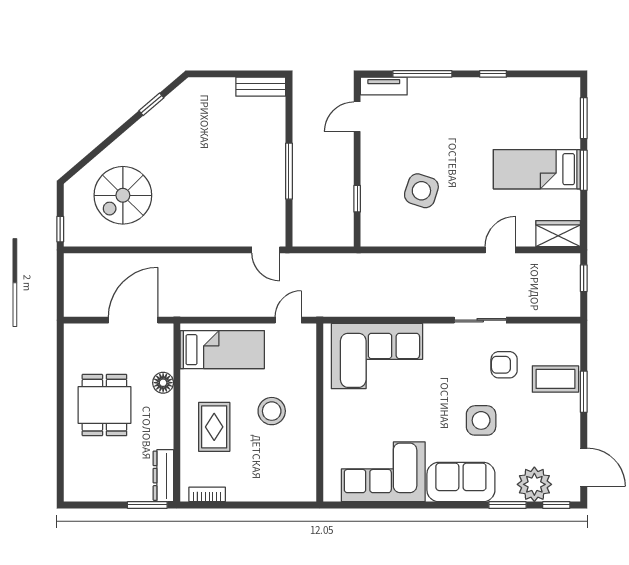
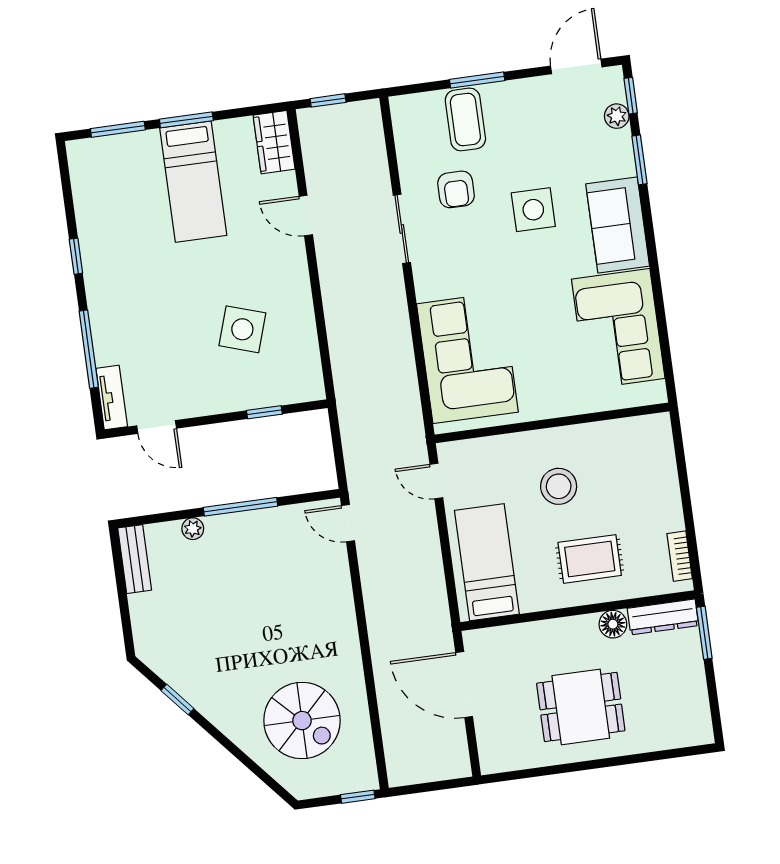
plant: (277, 133) -> (193, 529), added
door: (266, 250) -> (348, 523), swing flipped
floor lamp: (163, 383) -> (613, 624), moved
plant: (534, 484) -> (617, 116), width x0.53, depth x0.53

